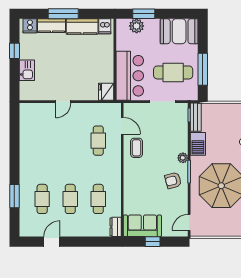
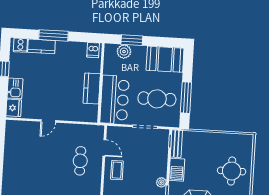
kitchen counter: (82, 27) -> (92, 88), moved, turned 90
fridge: (106, 92) -> (14, 108), moved, turned 180

